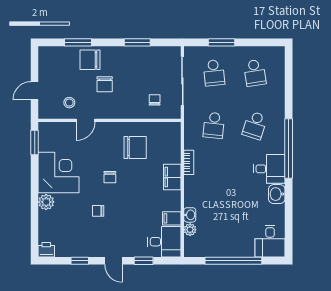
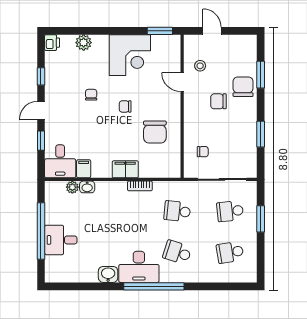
desk: (269, 169) -> (139, 267), width x1.37
plant: (46, 202) -> (84, 43), moved
desk: (270, 241) -> (61, 240), moved

